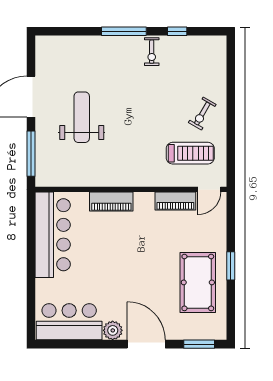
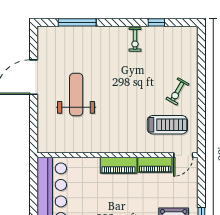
window: (124, 31) -> (77, 22), moved
window: (31, 154) -> (34, 125), removed
piano: (111, 202) -> (119, 165), moved

